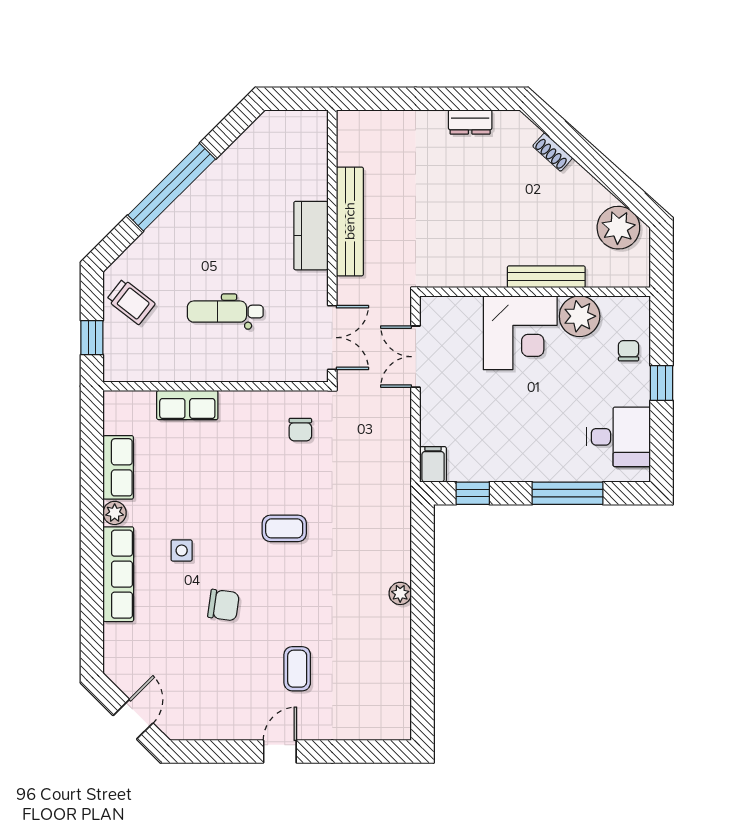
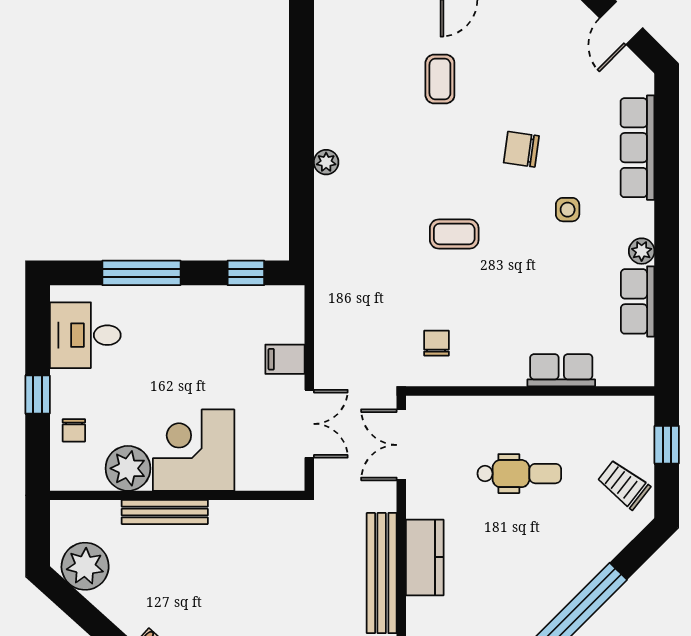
filing cabinet: (433, 464) -> (285, 359), moved, turned 90
row of seats: (118, 574) -> (637, 148), moved

